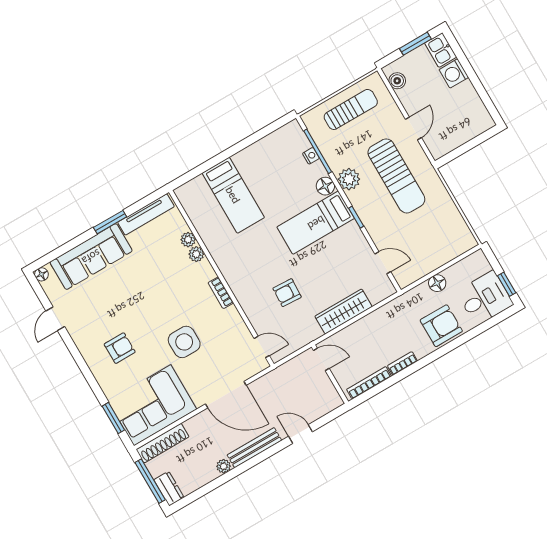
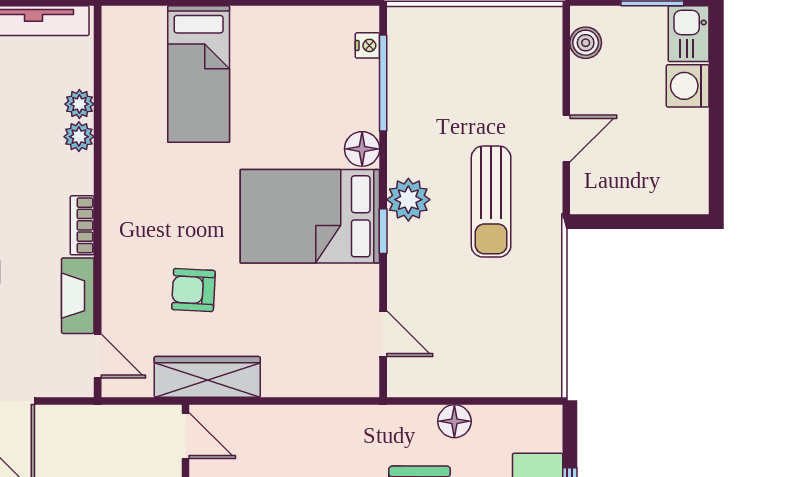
sun lounger: (351, 109) -> (480, 45), removed
nightstand: (311, 156) -> (367, 45), moved
sun lounger: (396, 176) -> (491, 202), width x0.73, depth x0.75
plant: (349, 179) -> (408, 200), moved
bed: (316, 223) -> (310, 216), width x1.50
wardrobe: (343, 311) -> (207, 377), moved
fireplace: (237, 325) -> (78, 296), added

